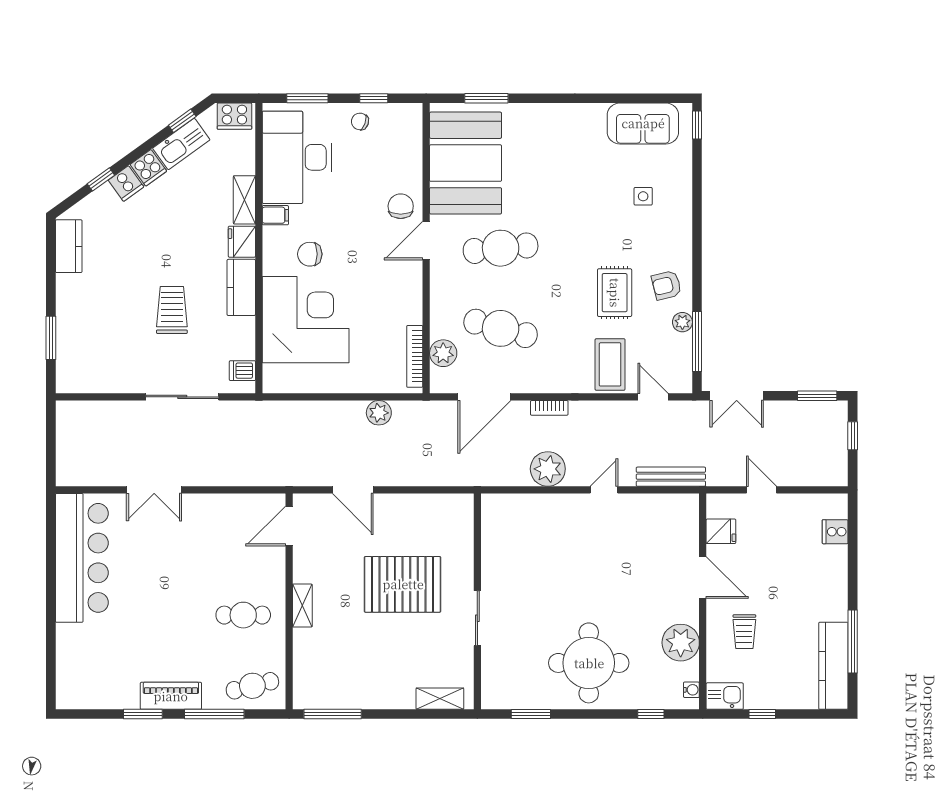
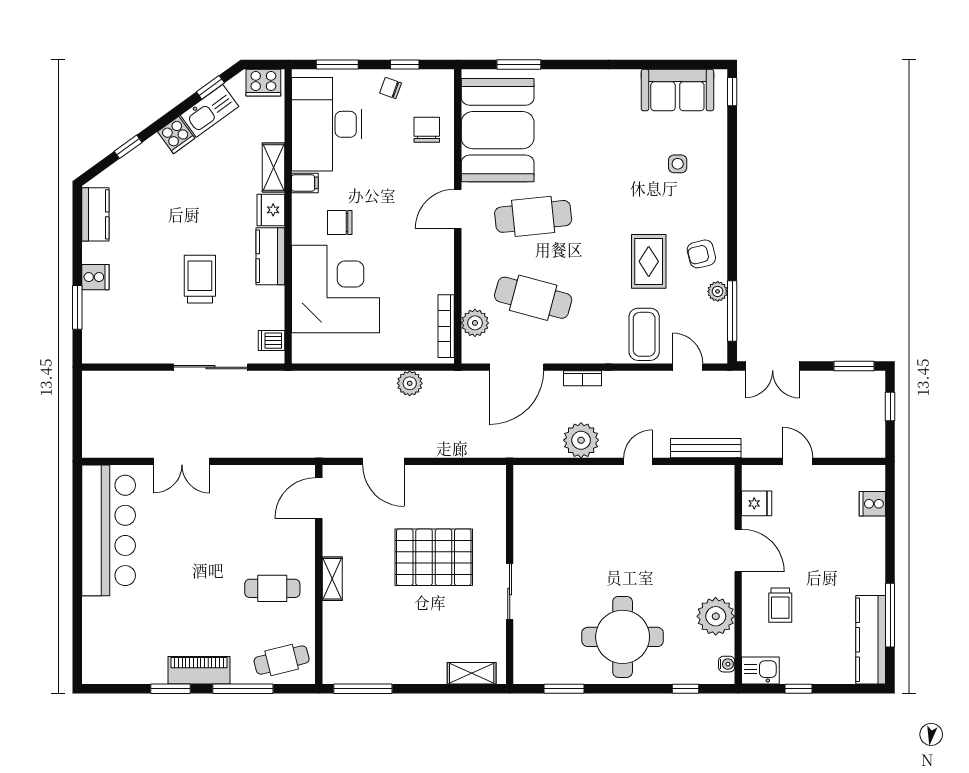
cooker: (126, 184) -> (95, 277), moved, turned -54
chair: (401, 206) -> (427, 130), moved

